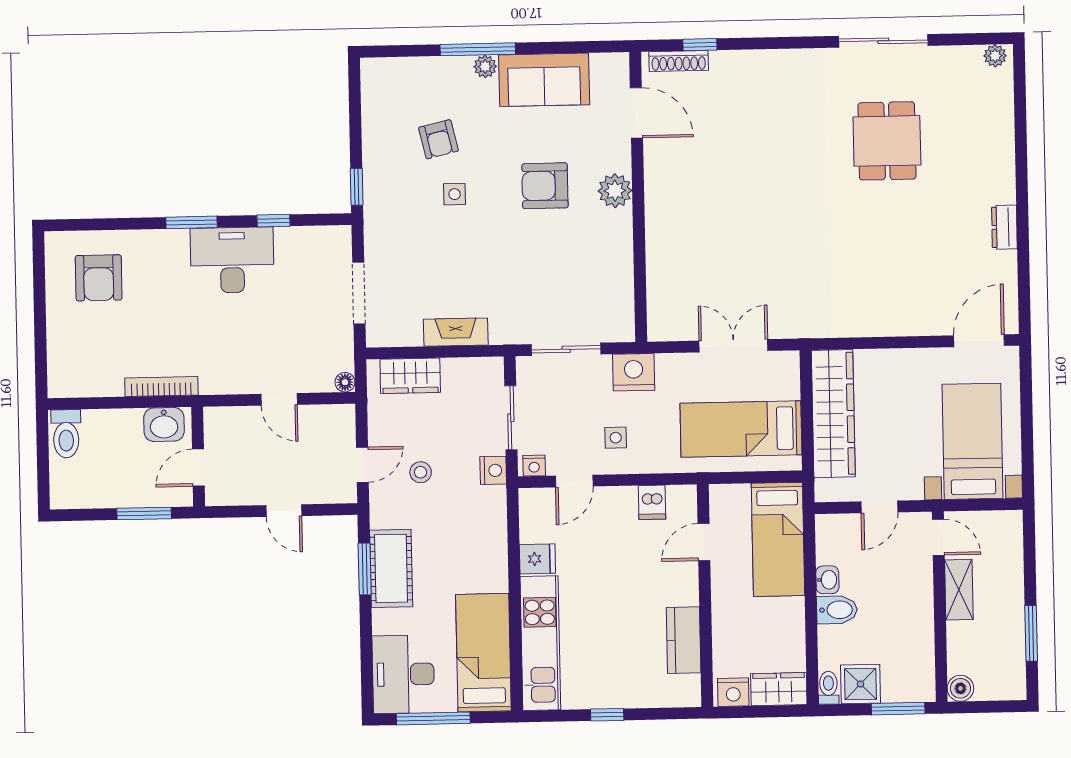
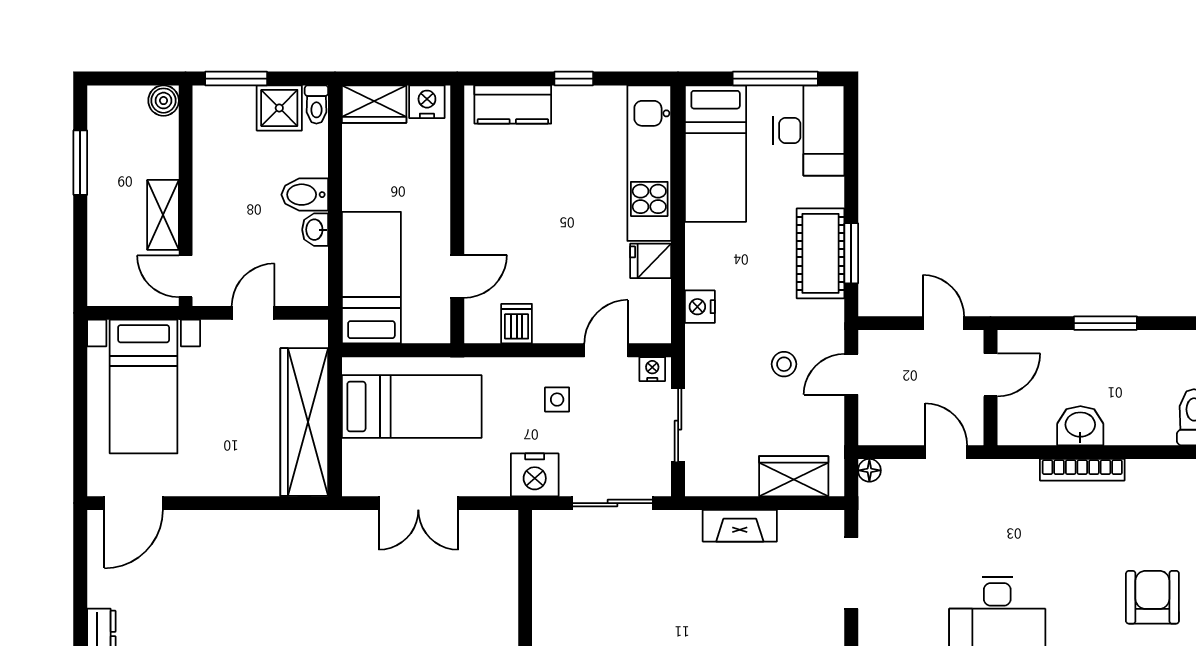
wall: (198, 457) -> (990, 388), moved
door: (198, 468) -> (990, 375), moved
nightstand: (493, 470) -> (700, 307), moved
kitchen counter: (684, 640) -> (513, 105), moved, turned 90

